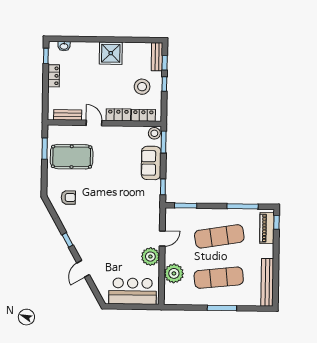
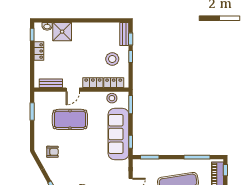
shower: (111, 53) -> (62, 32), moved
door: (94, 123) -> (73, 90), swing flipped
stool: (154, 133) -> (112, 98), moved
pool table: (72, 157) -> (70, 119), moved
sofa: (151, 163) -> (118, 134), width x1.85, depth x1.27

